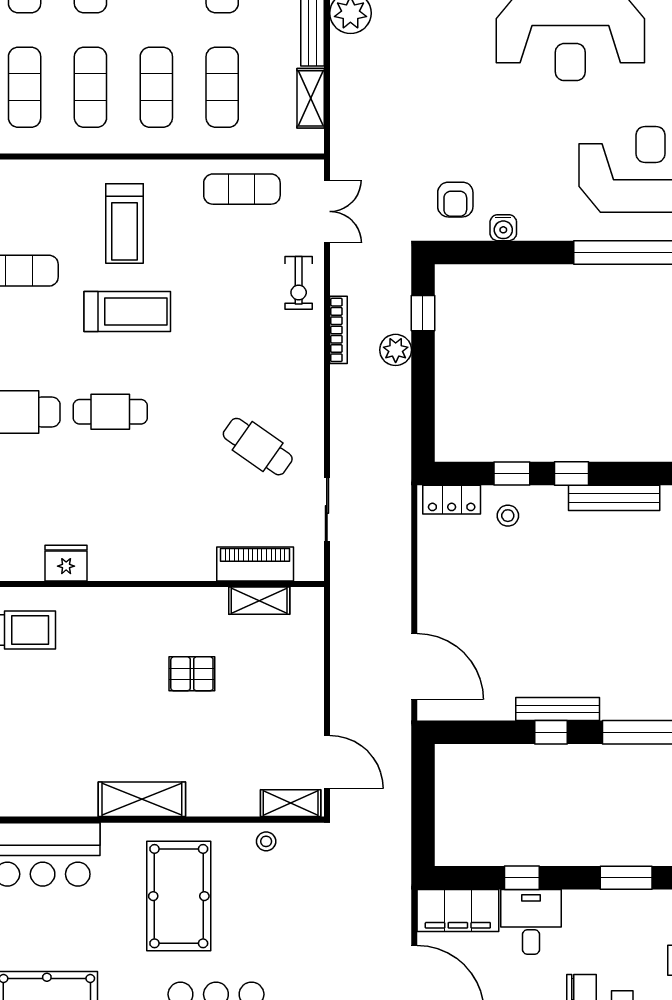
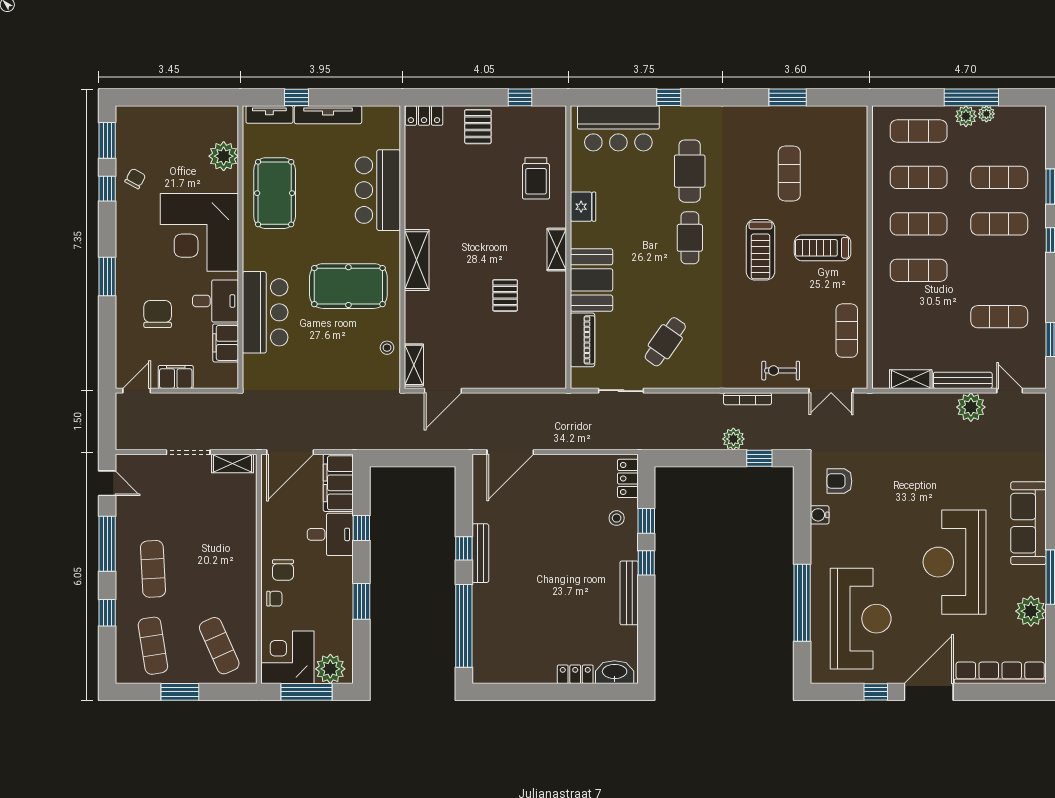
exercise mat: (222, 87) -> (919, 317), removed
booth: (170, 551) -> (591, 280), added
shelving: (259, 601) -> (557, 250), moved

